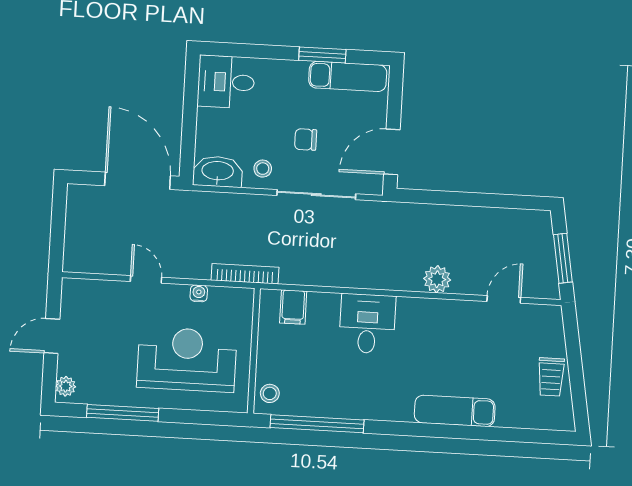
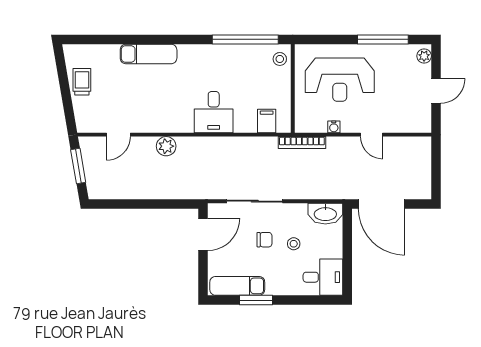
stool: (263, 169) -> (294, 244), moved

